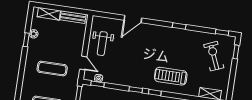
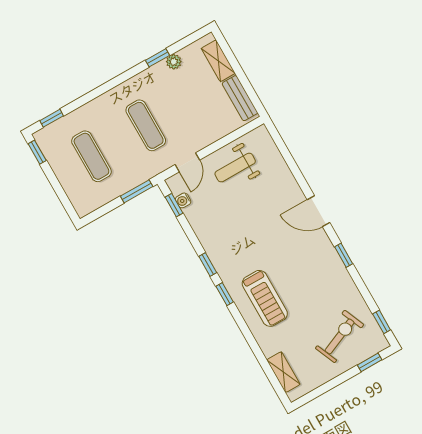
door: (133, 19) -> (318, 211), moved
treadmill: (171, 76) -> (265, 298), turned 180

